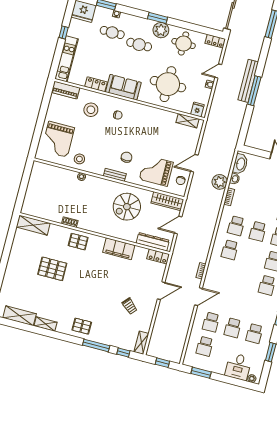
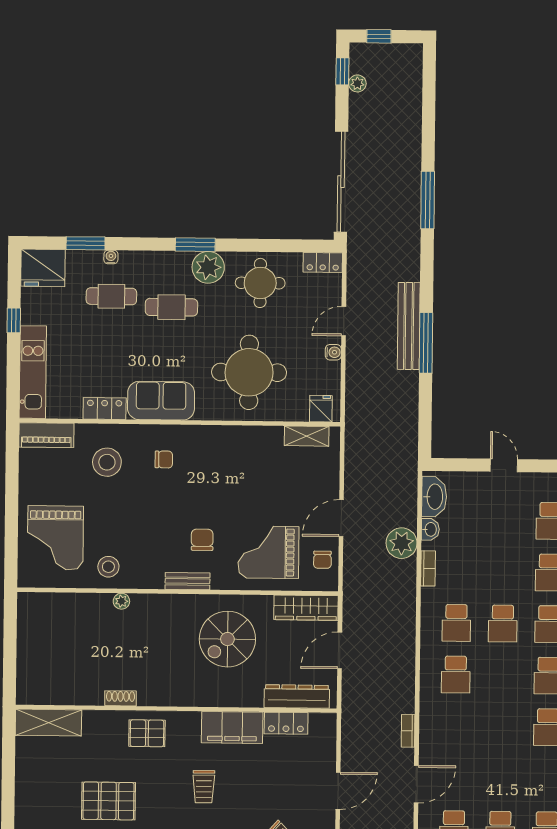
locker: (158, 256) -> (286, 723), moved
trolley: (99, 273) -> (204, 787), added

